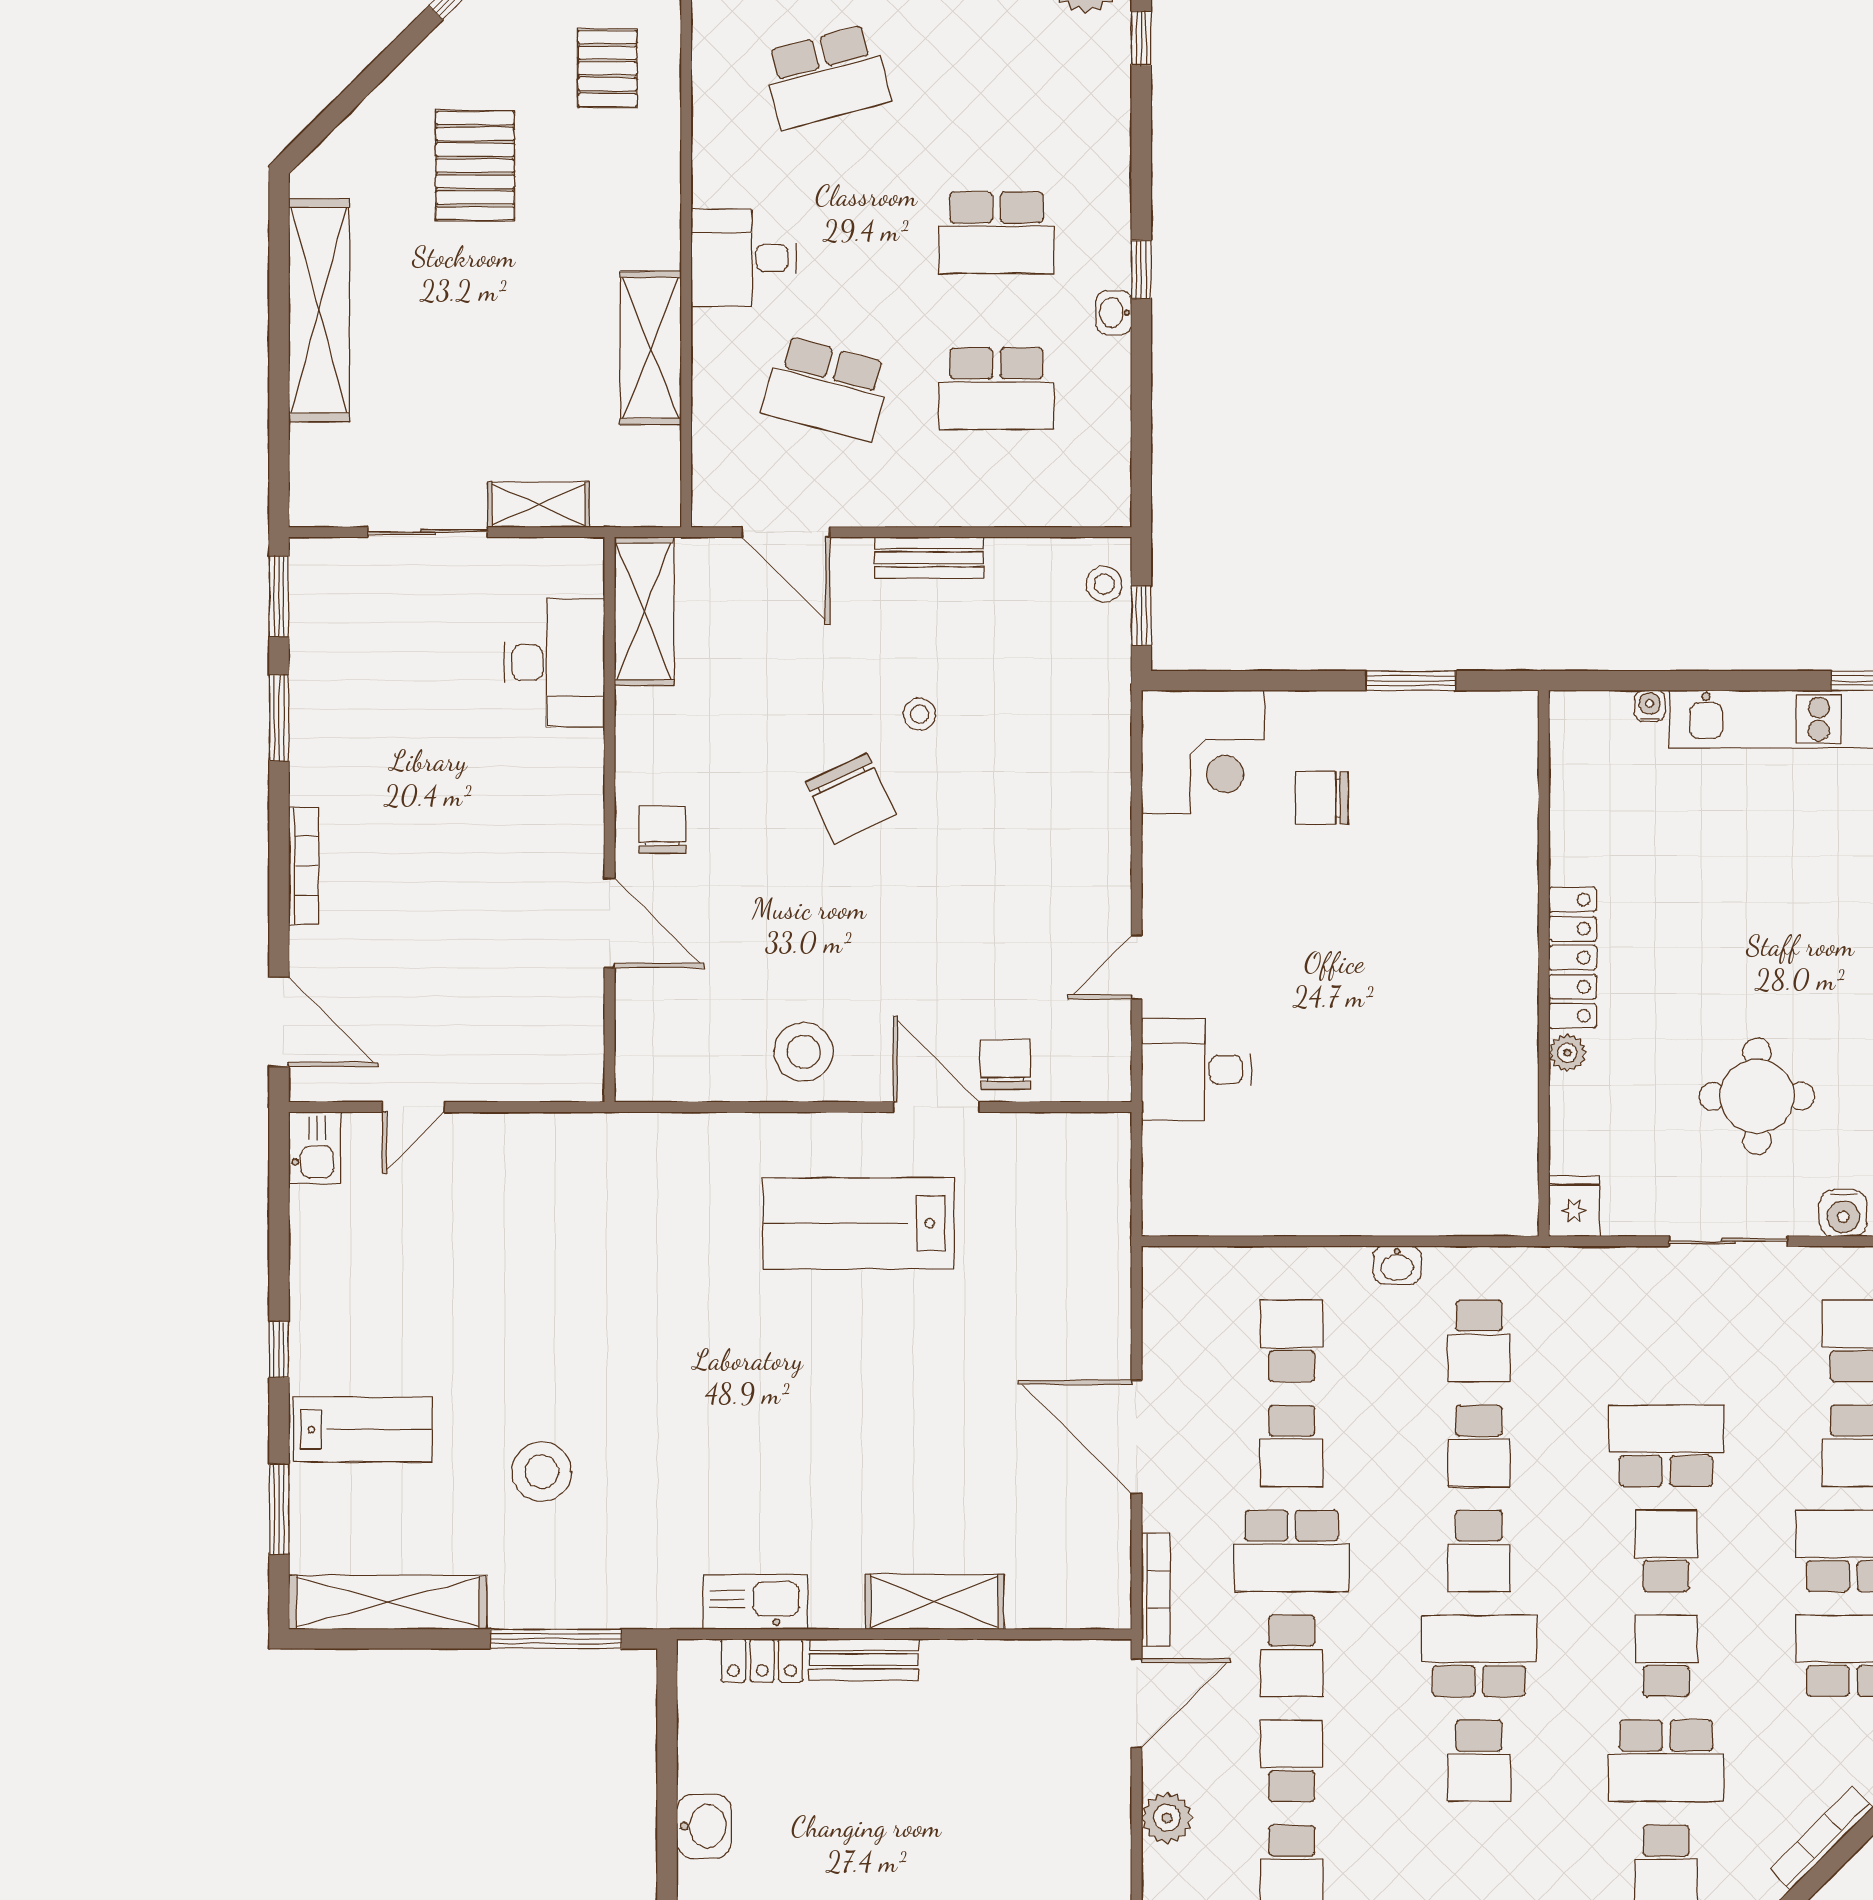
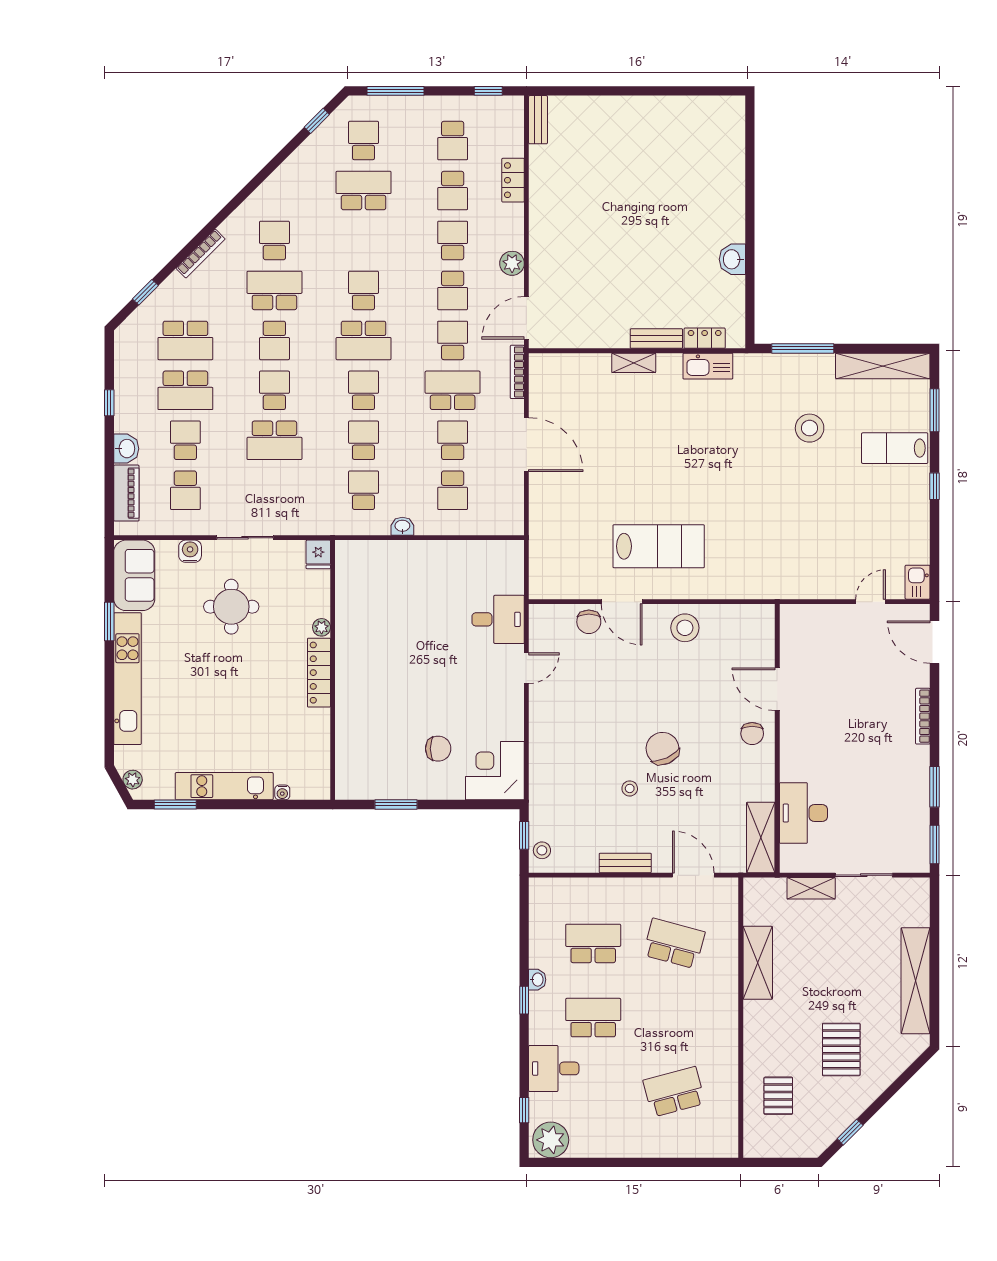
desk: (744, 258) -> (554, 1068), moved, turned 180
school desk: (1666, 1551) -> (274, 390), turned 180
shelving: (934, 1602) -> (634, 363), width x0.67, depth x0.75

